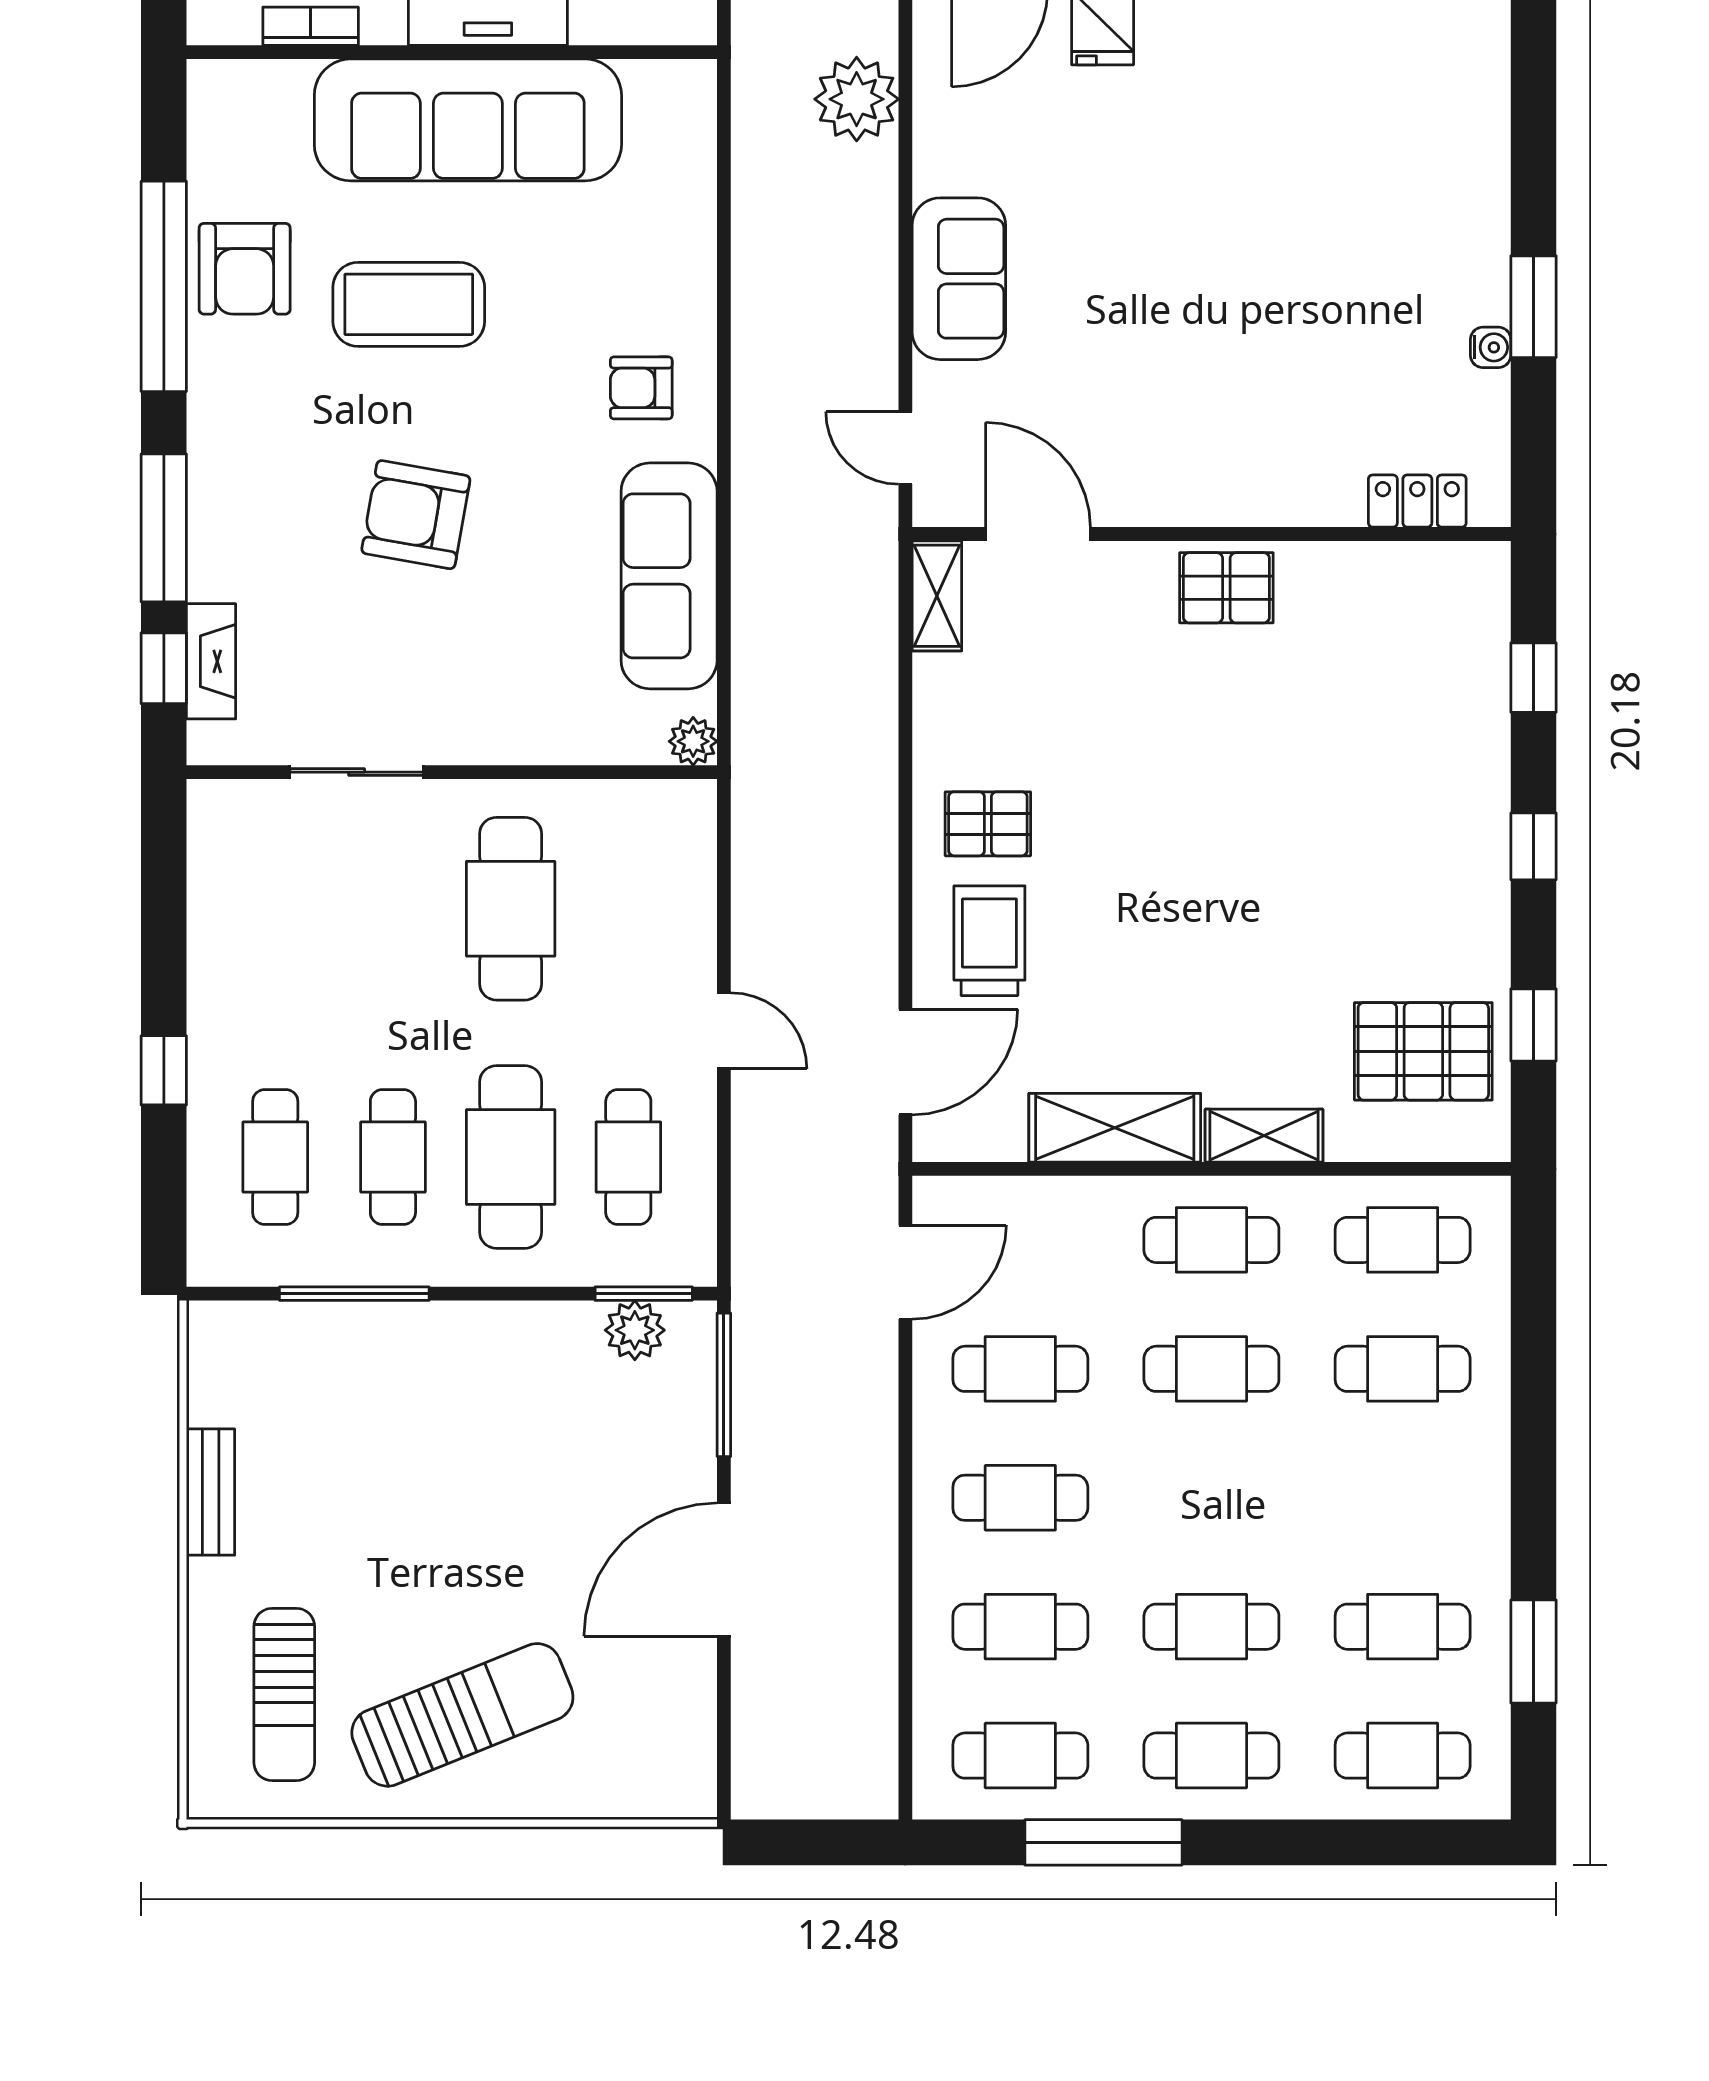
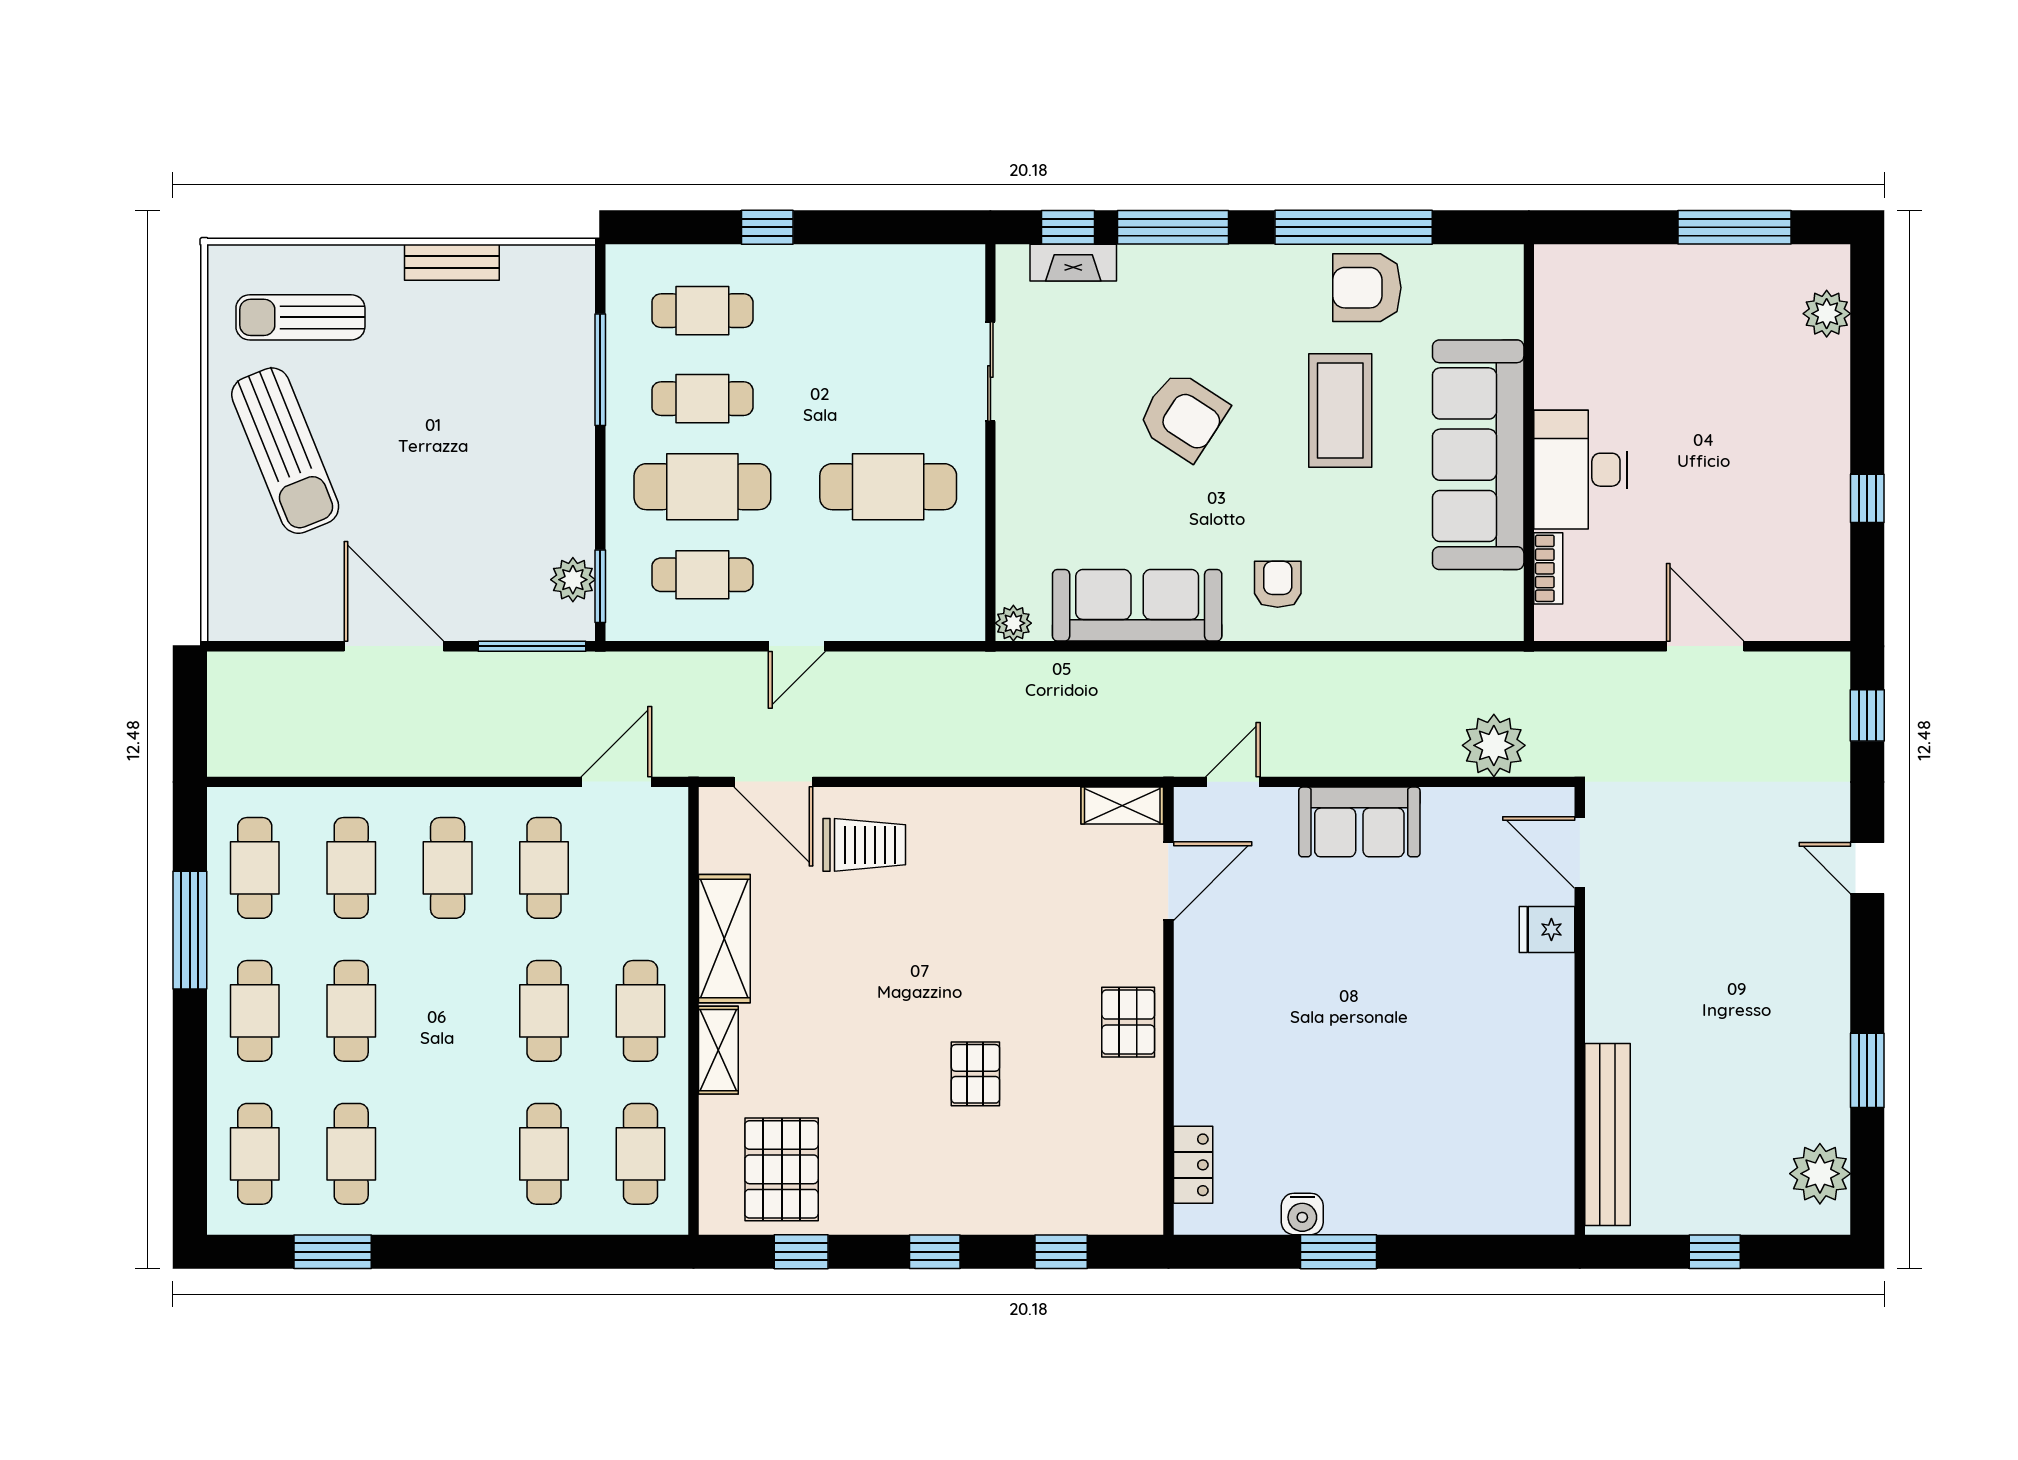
bookcase: (311, 26) -> (1548, 568), moved
water cooler: (1491, 347) -> (1302, 1214), width x1.38, depth x1.38
armchair: (416, 515) -> (1183, 416), turned 113
pallet: (988, 824) -> (975, 1074), moved
door: (905, 1272) -> (616, 782), swing flipped

